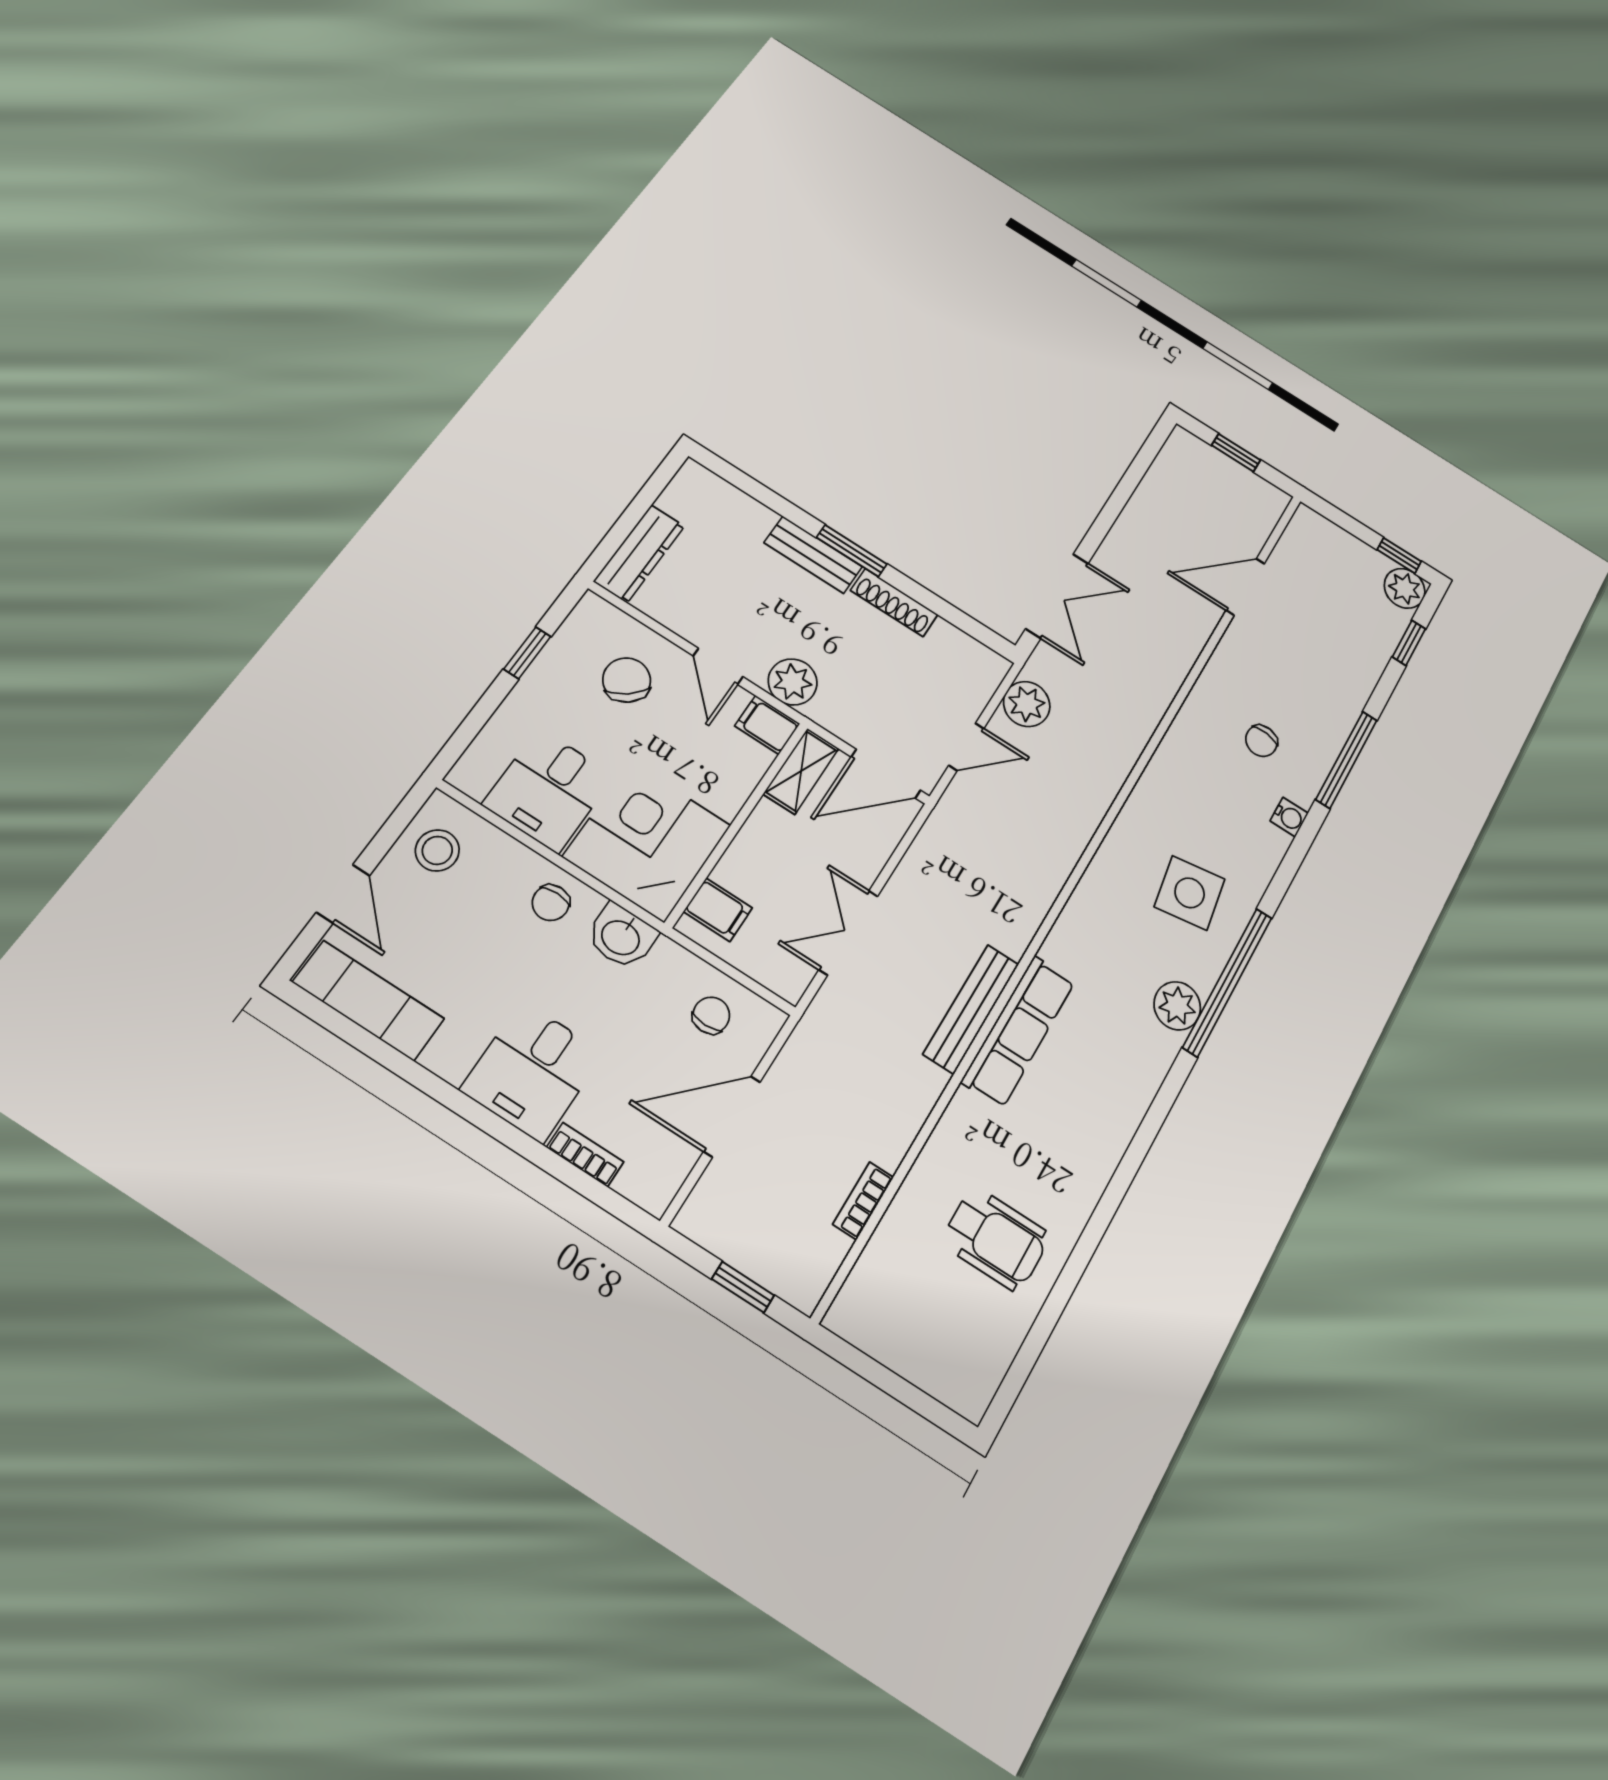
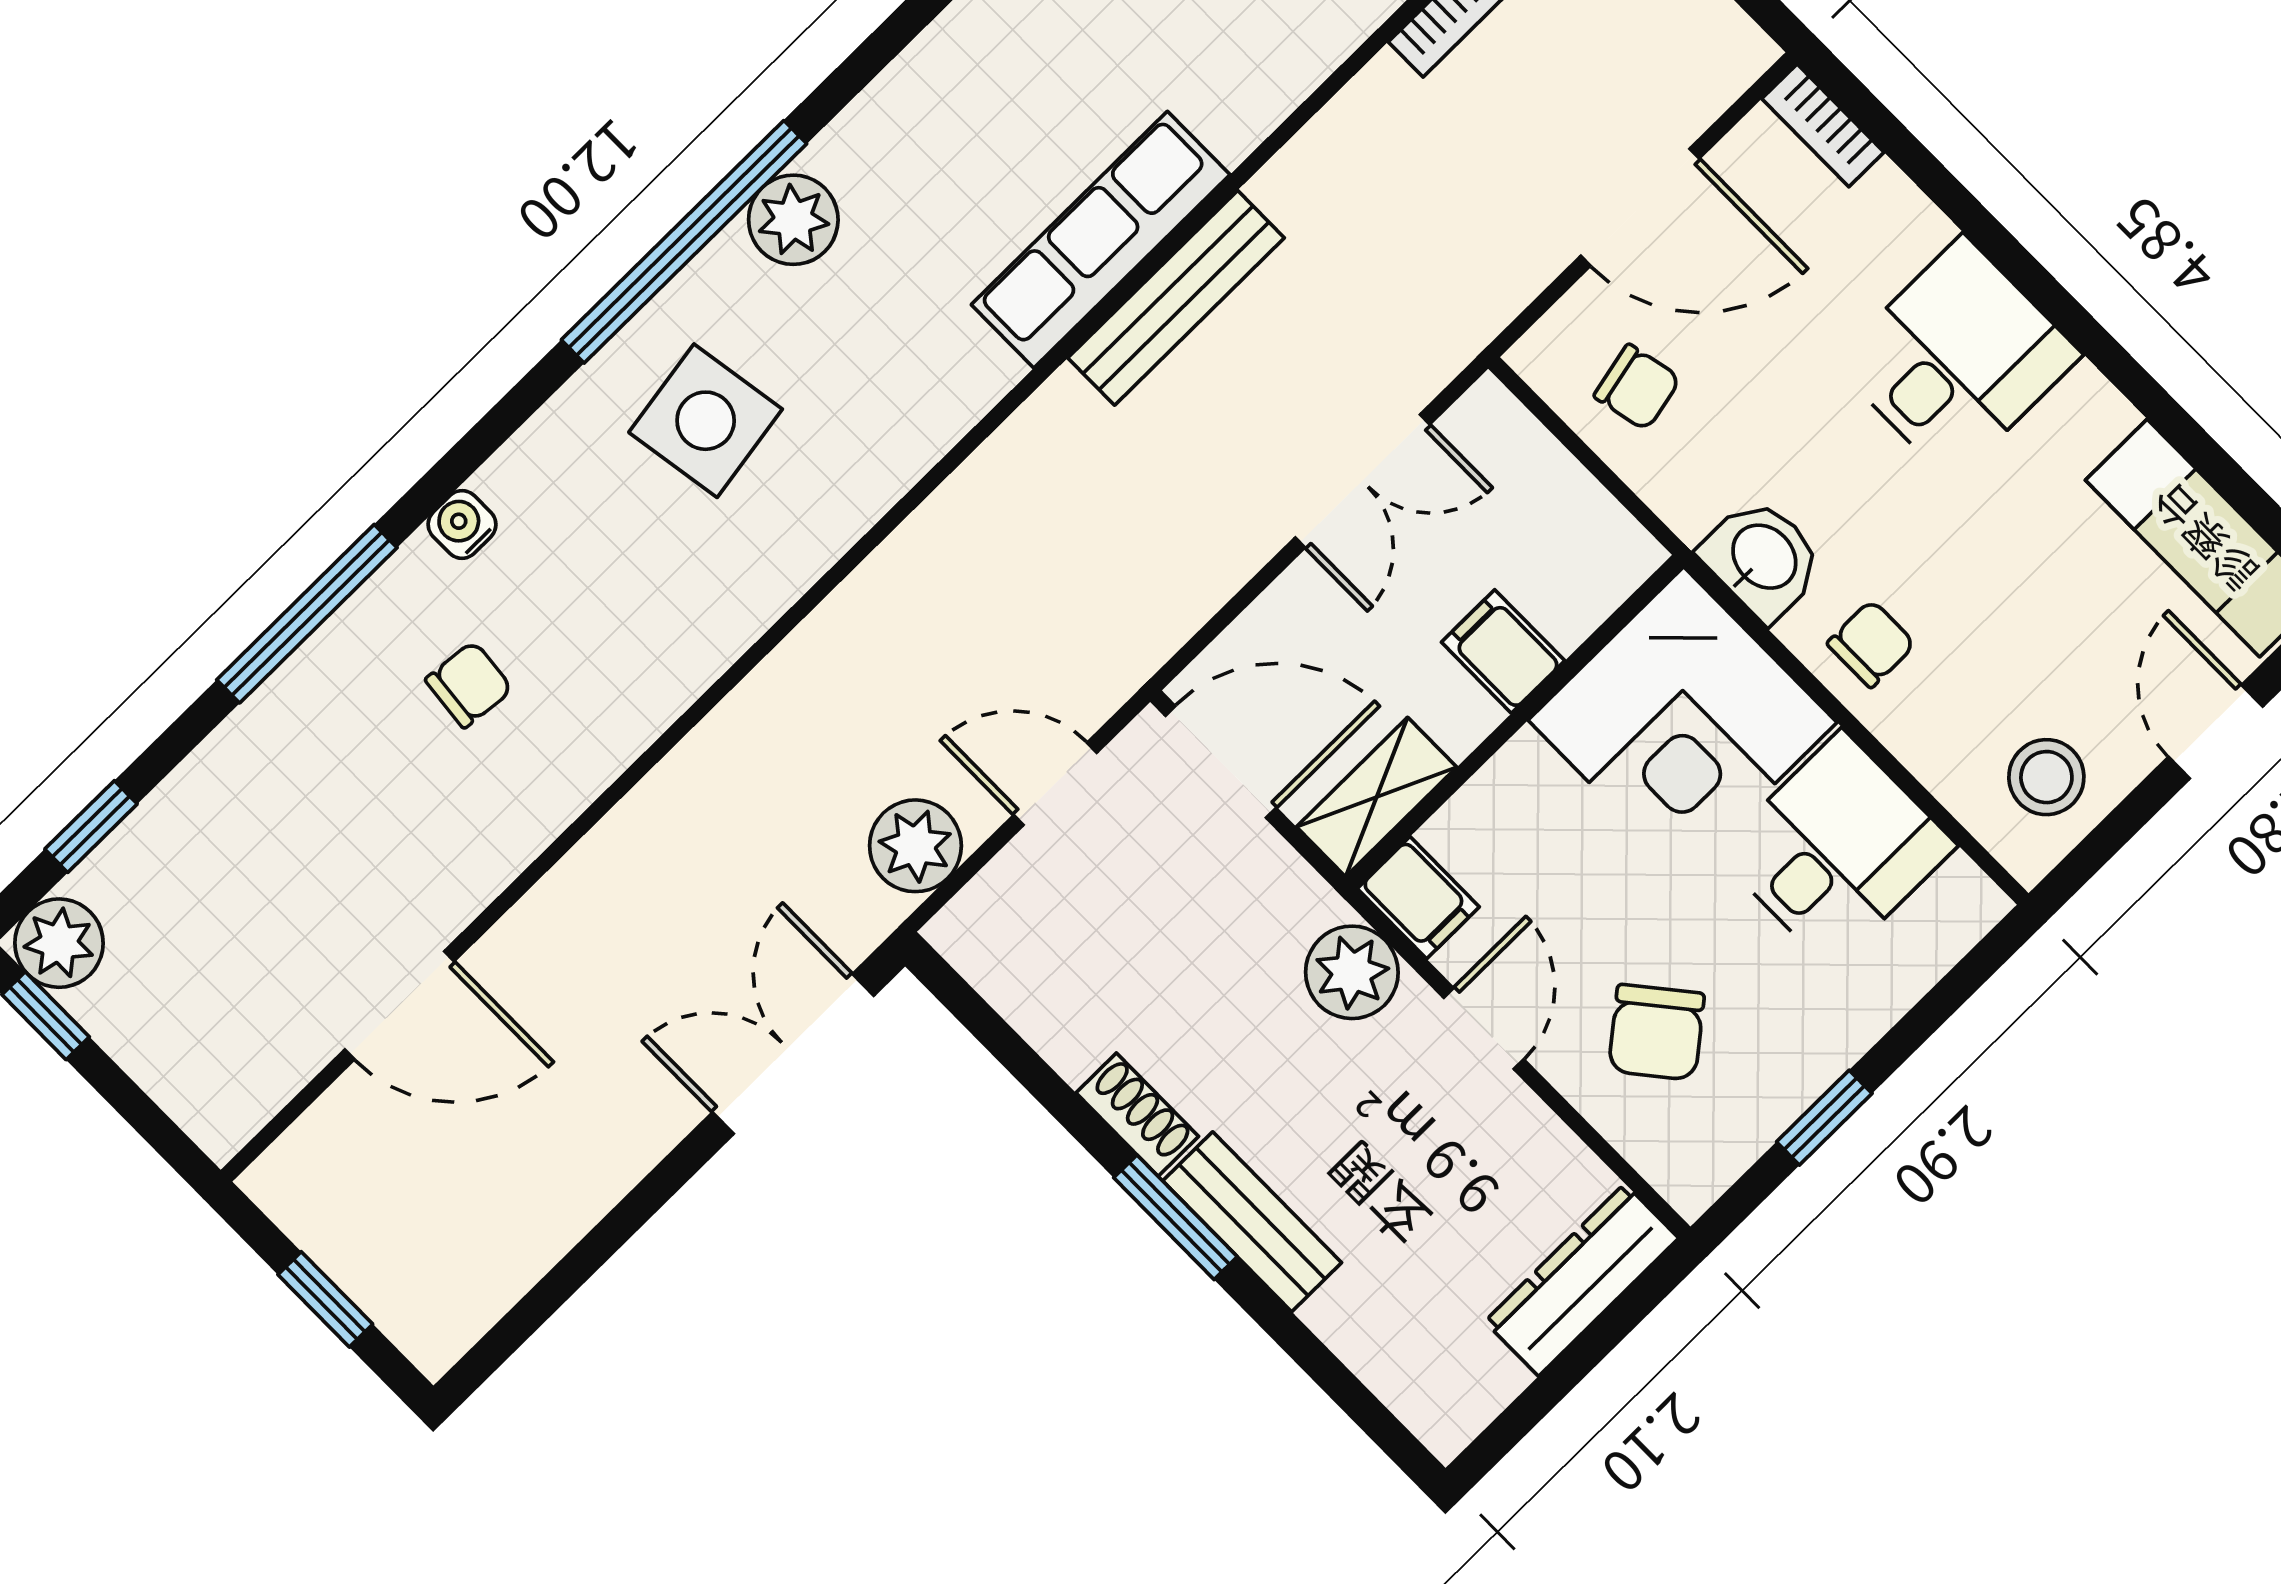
shoe rack: (894, 602) -> (1137, 1115), width x0.70
filing cabinet: (718, 910) -> (1503, 651), moved
chair: (711, 1015) -> (1637, 387), turned -102
bookcase: (585, 1155) -> (1823, 125), moved

